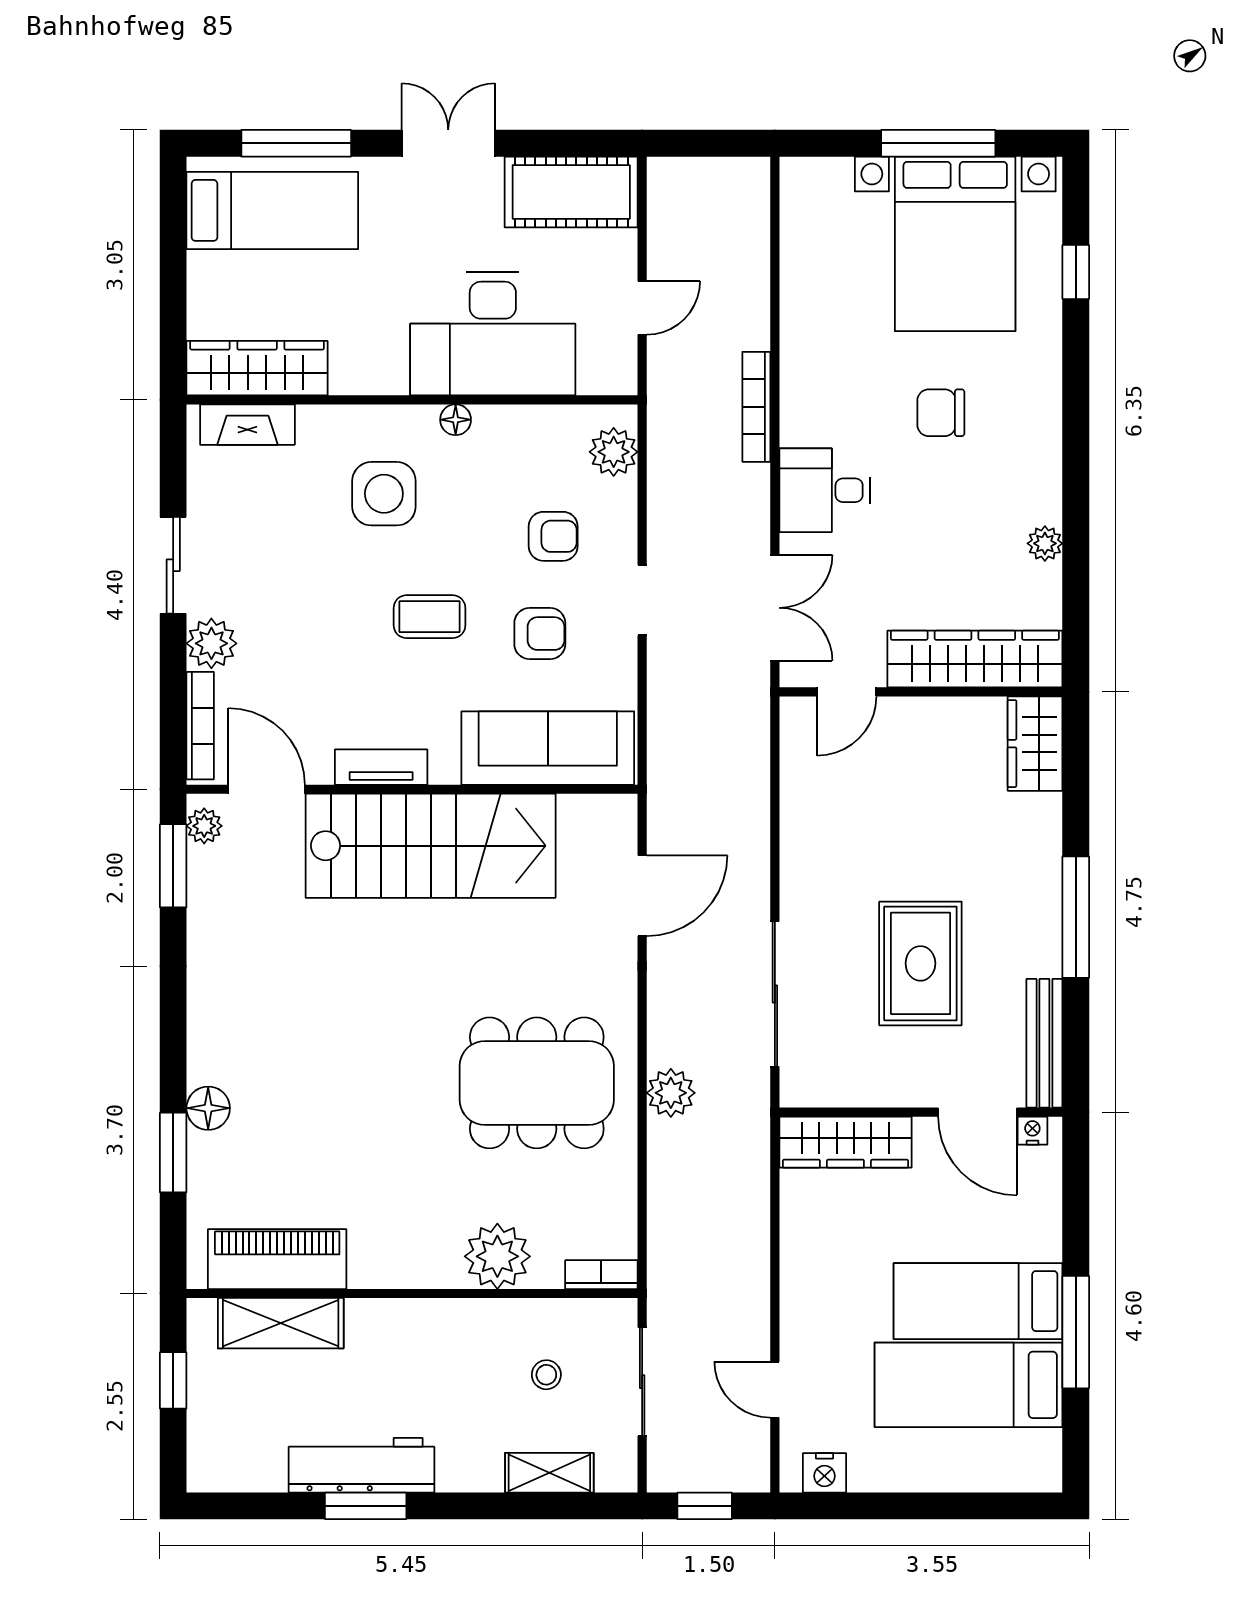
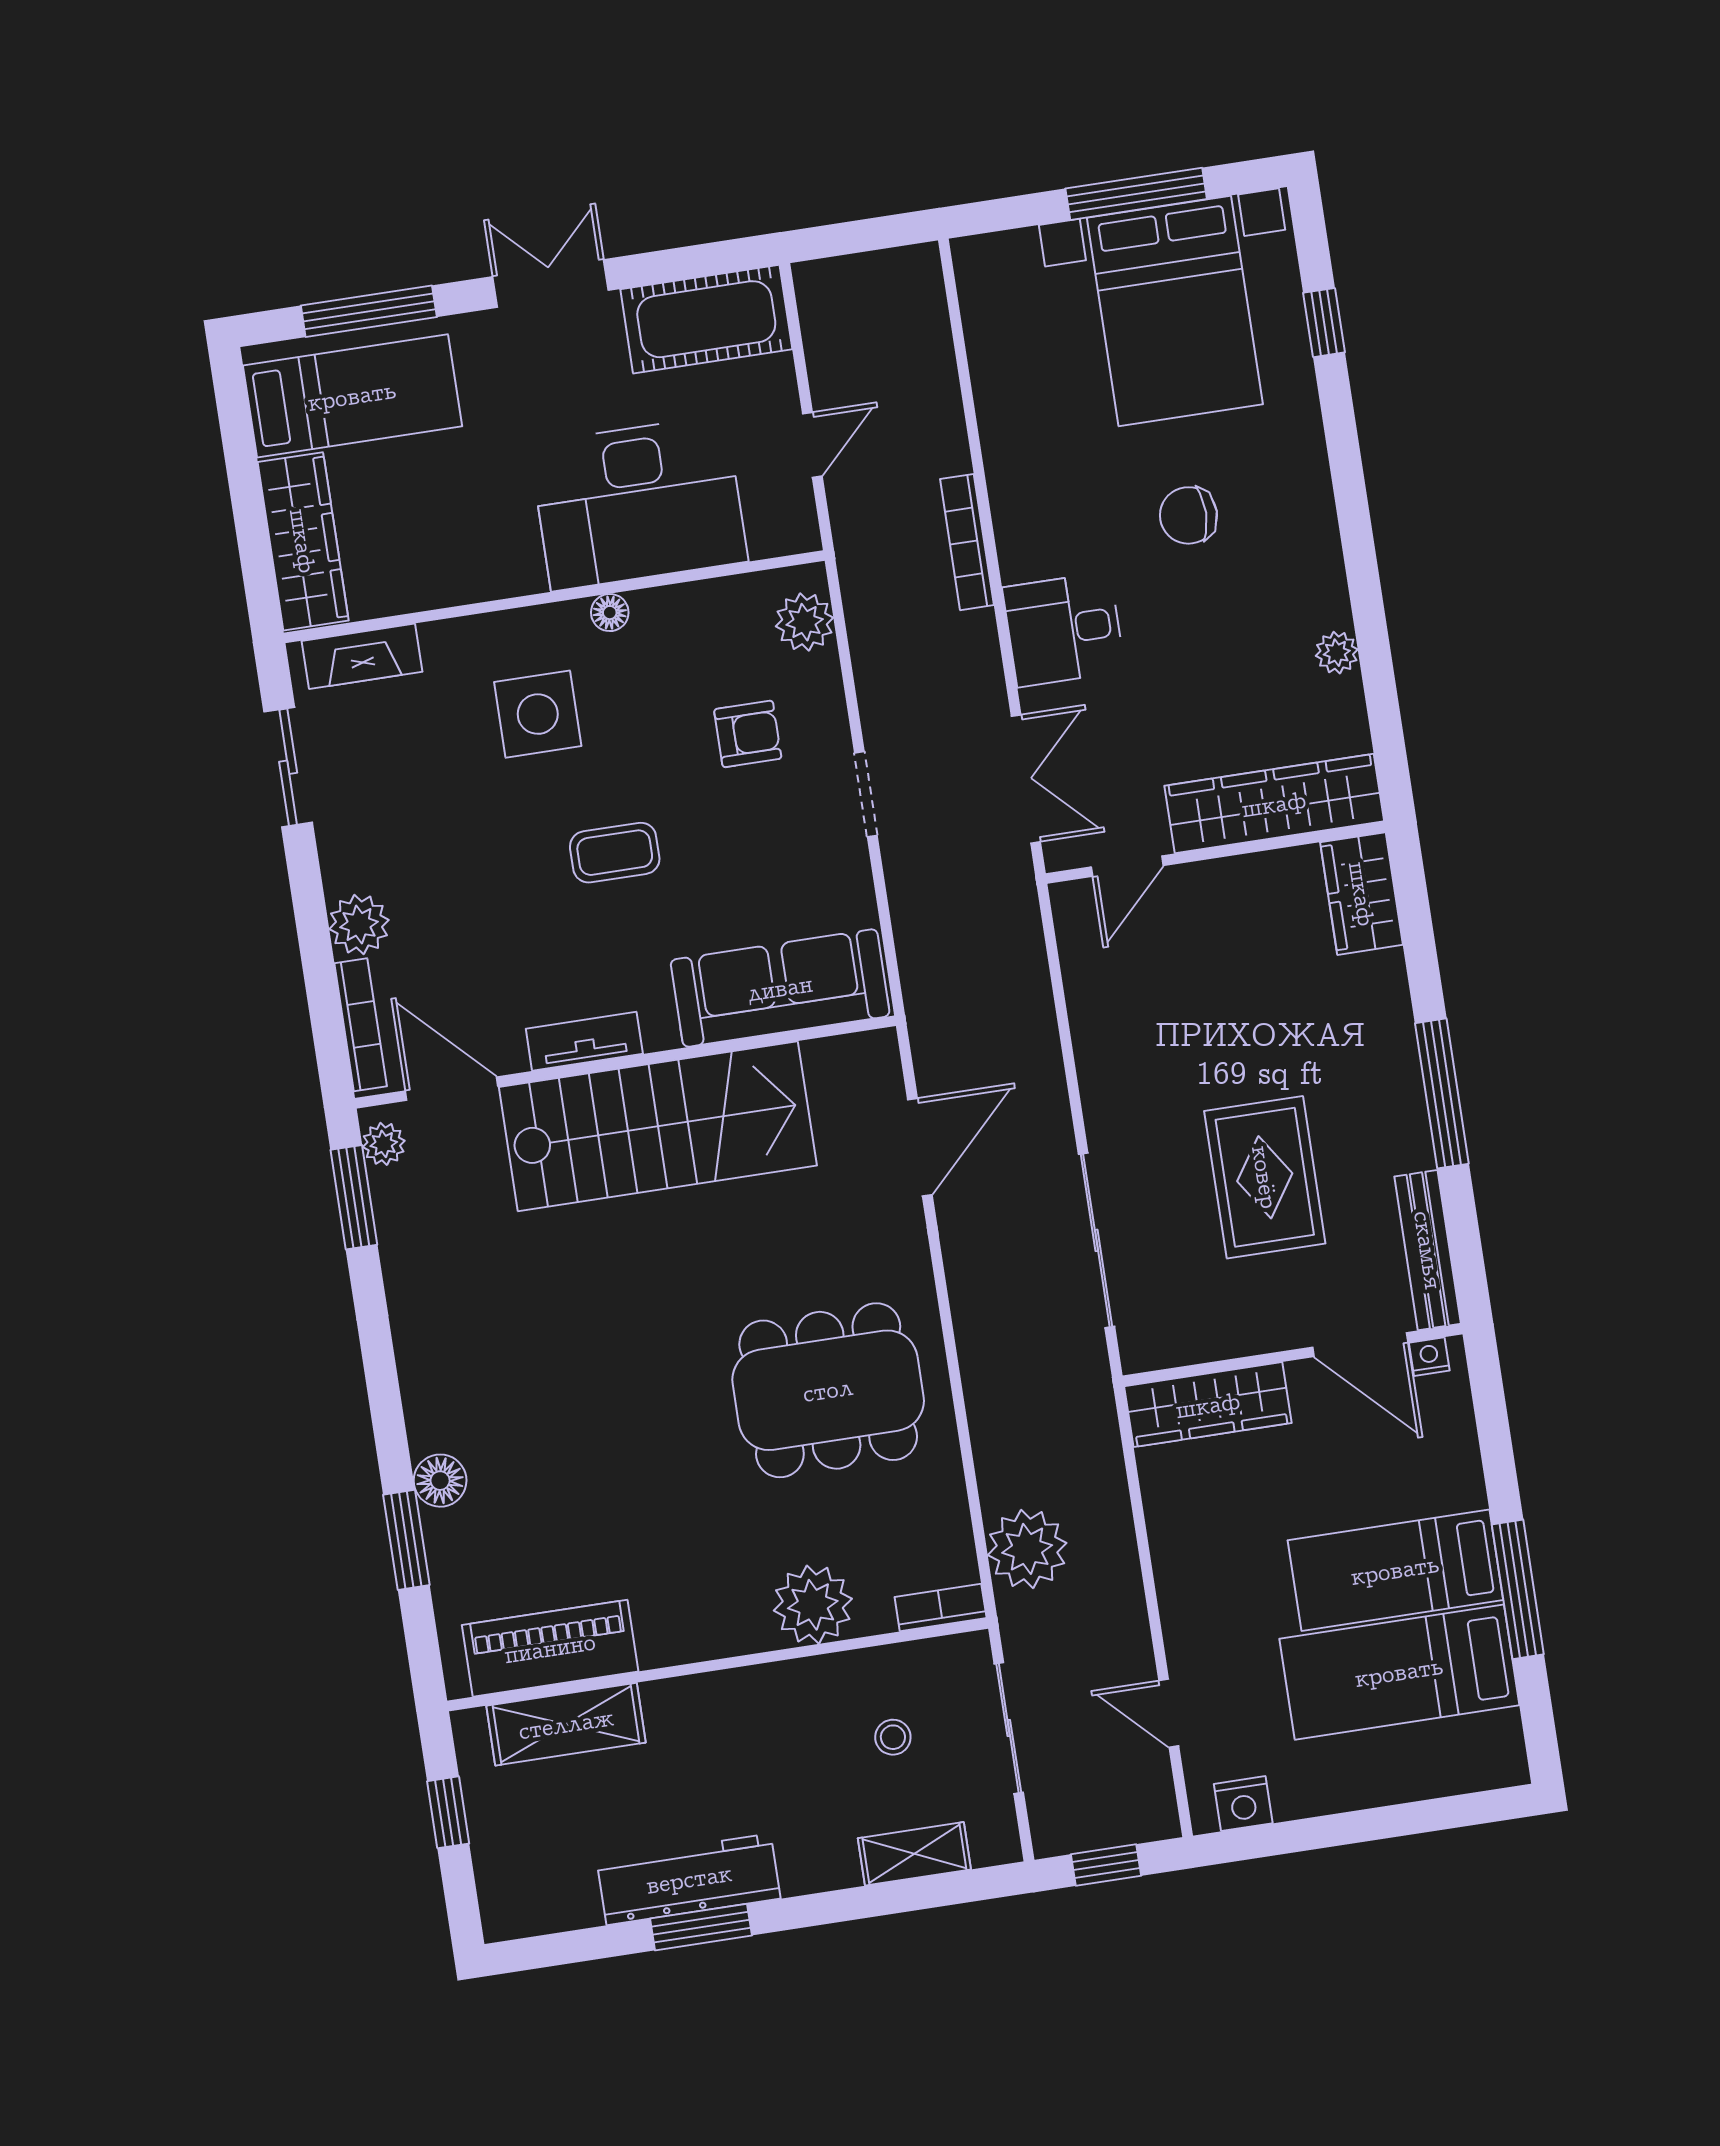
wardrobe: (257, 368) -> (303, 541), moved, turned 90
sliding door: (173, 565) -> (288, 767), moved
armchair: (540, 634) -> (750, 853), removed
plant: (671, 1093) -> (1027, 1549), moved, width x1.36, depth x1.36

